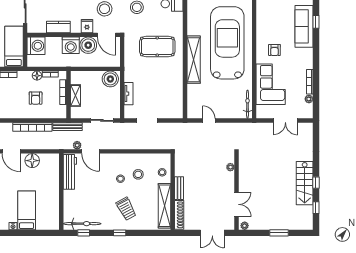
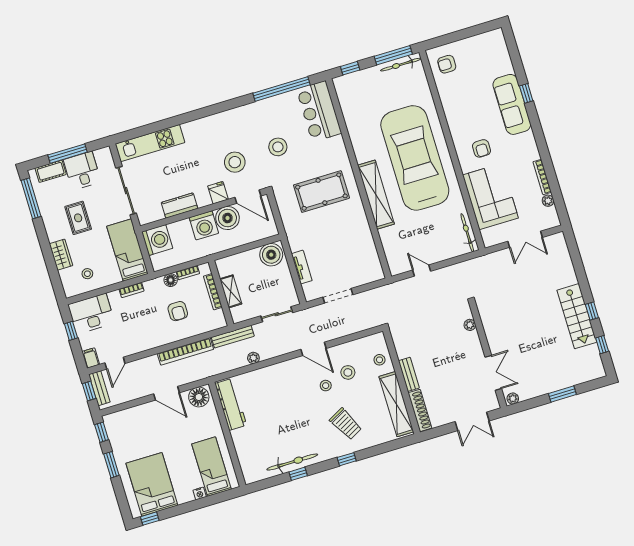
door: (91, 151) -> (313, 349), moved
workbench: (70, 172) -> (231, 404), moved
wall: (61, 192) -> (227, 434), moved

